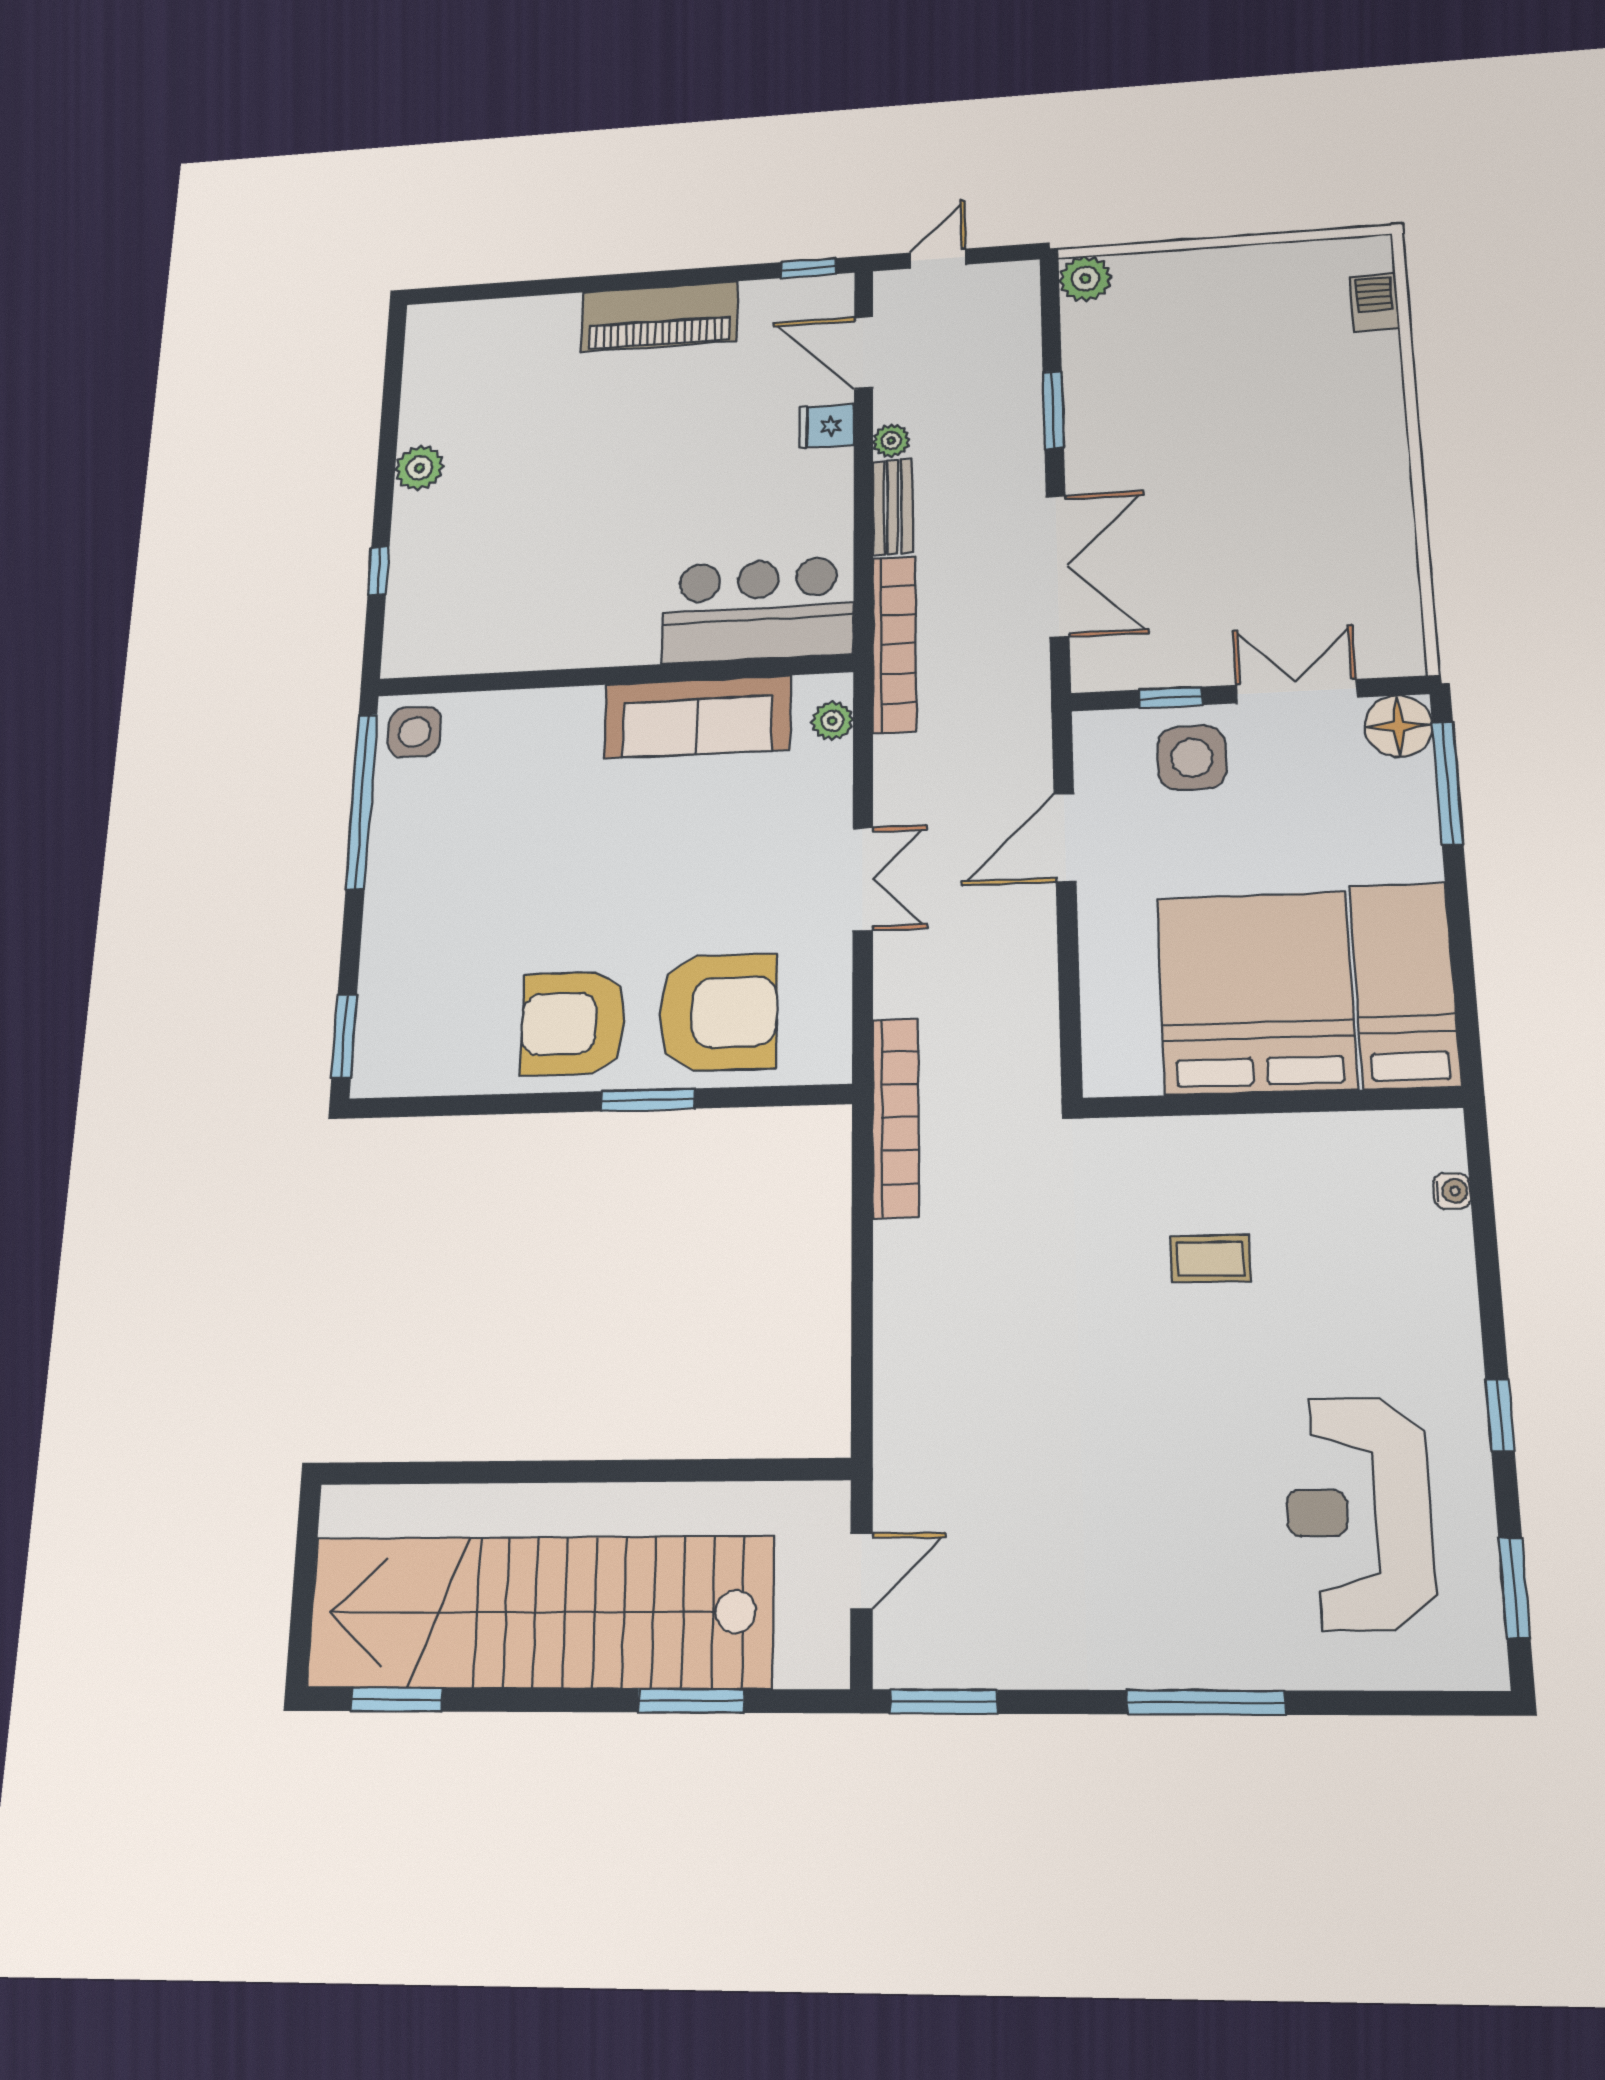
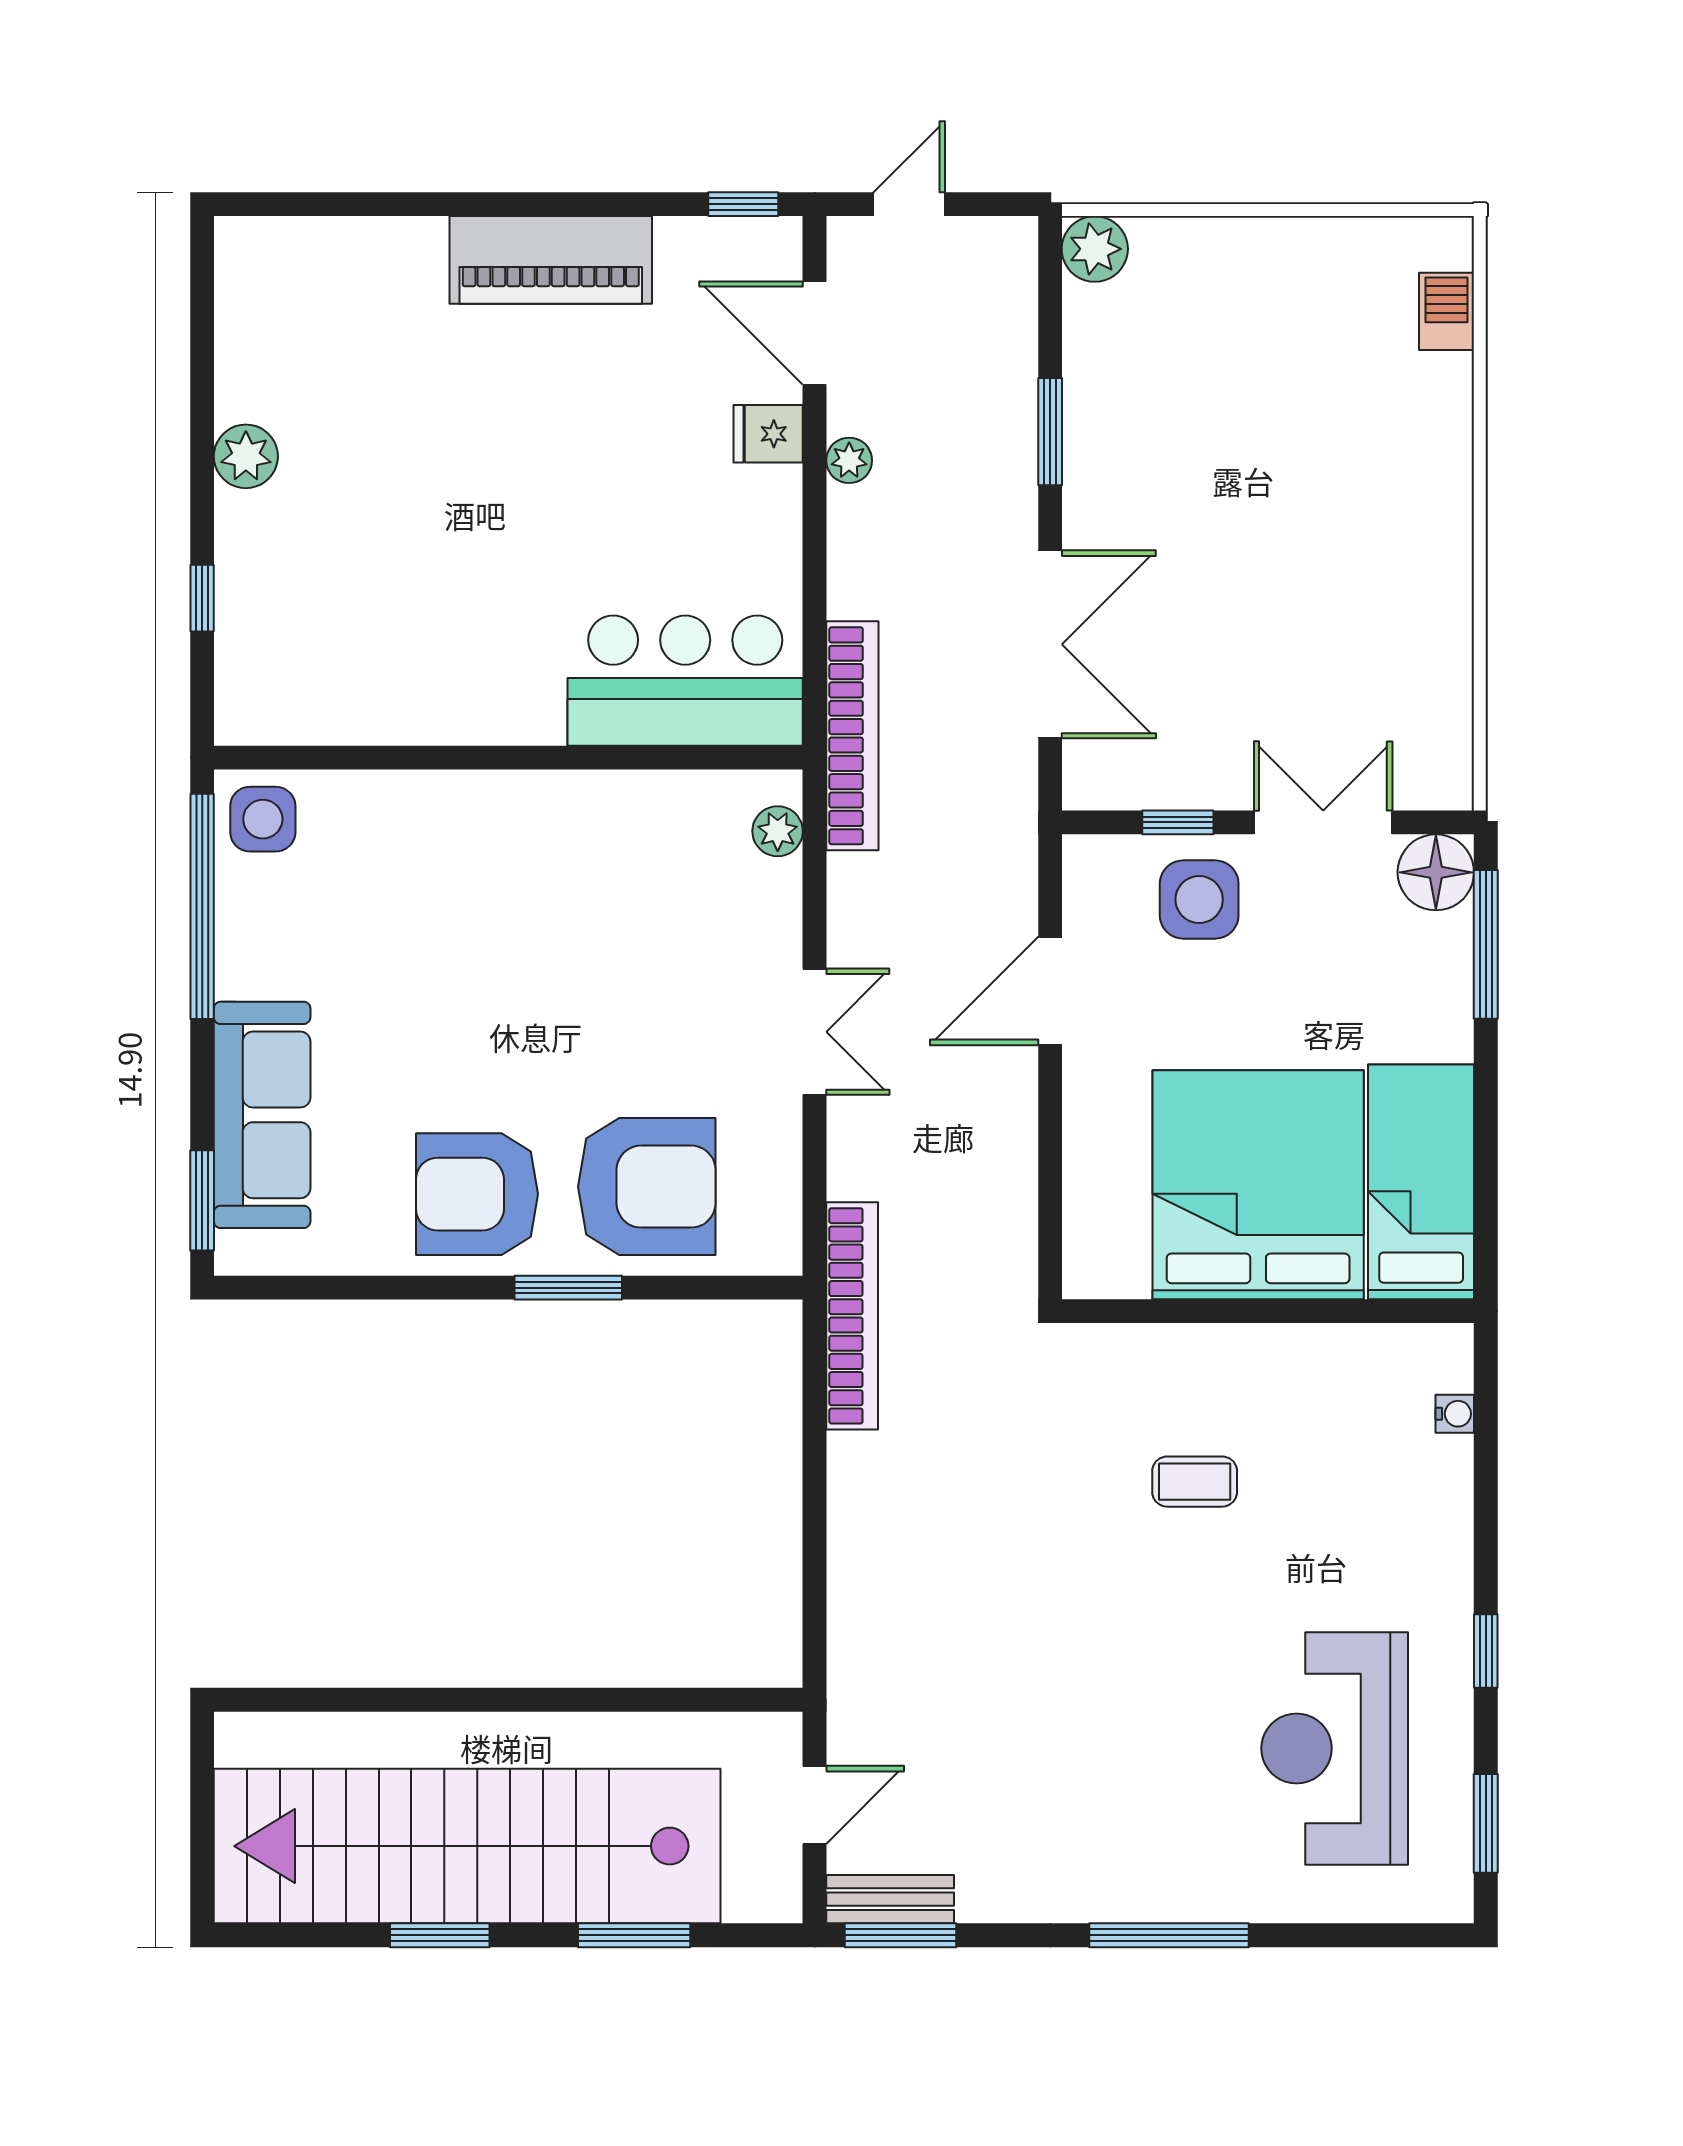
bench: (893, 507) -> (890, 1899), moved, turned 90
sofa: (697, 717) -> (262, 1115), moved, turned -90
window: (397, 1700) -> (440, 1935), moved

